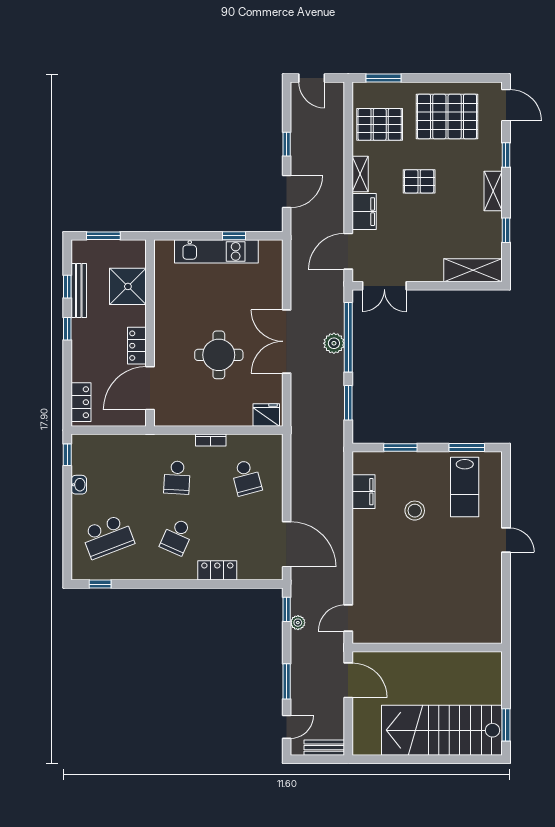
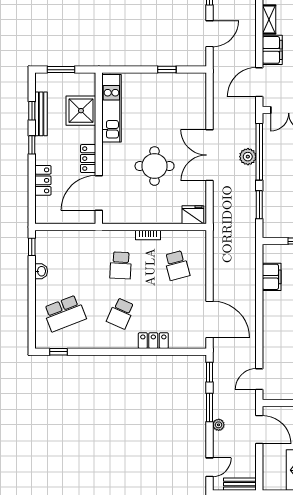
kitchen unit: (216, 251) -> (111, 108), moved, turned -90
locker: (81, 402) -> (43, 180), moved
plant: (298, 623) -> (219, 425), moved
window: (287, 681) -> (209, 407), moved

